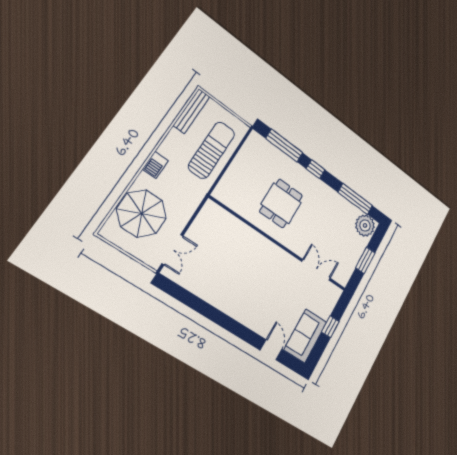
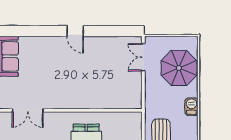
door: (271, 350) -> (75, 31), moved

